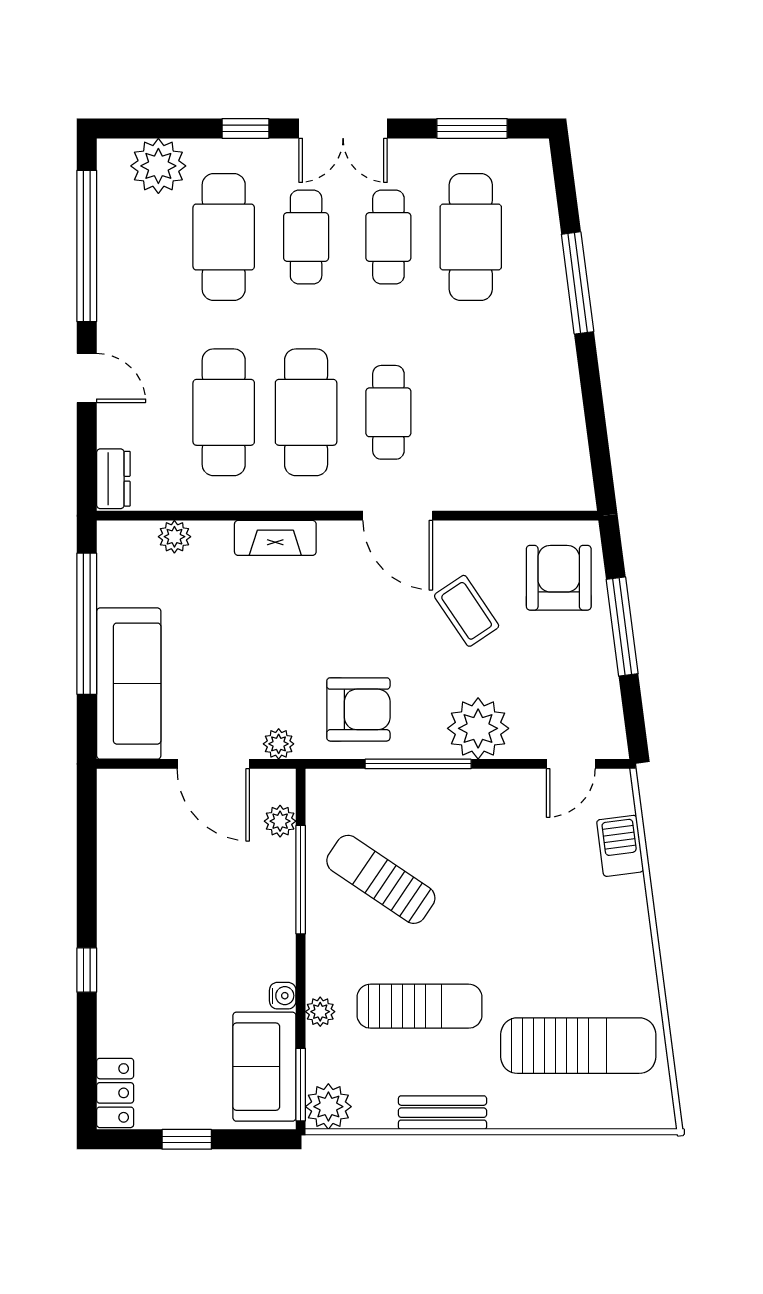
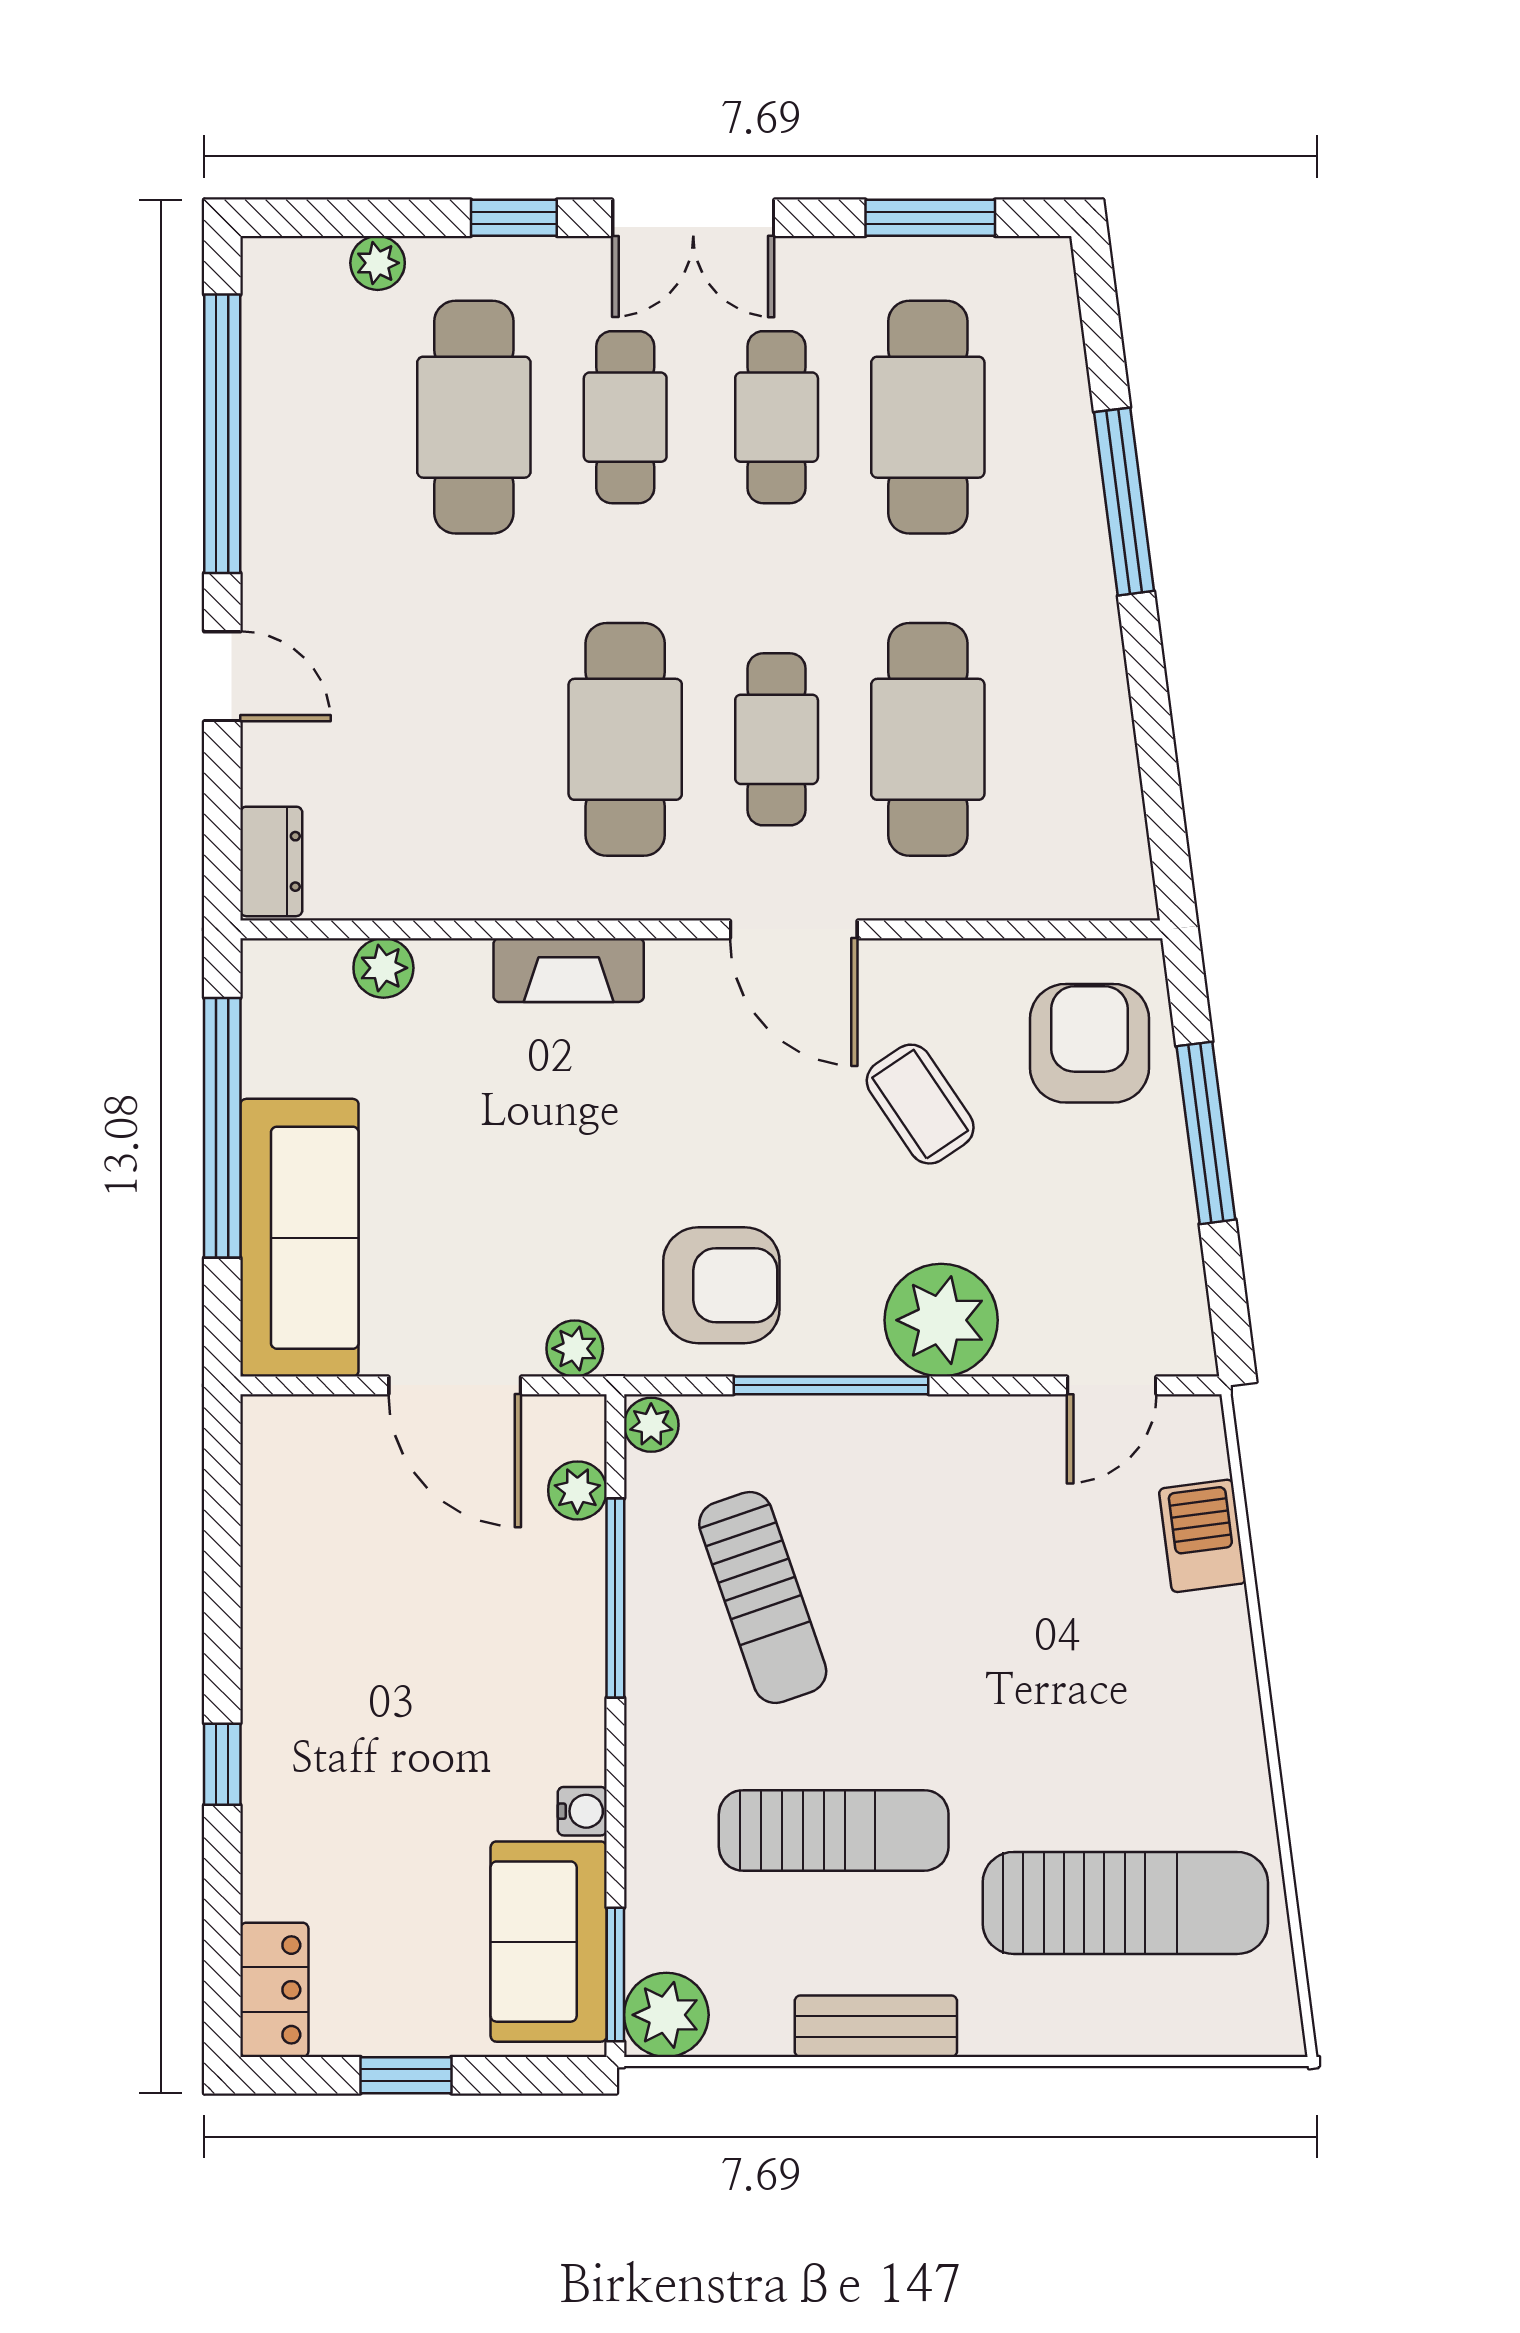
plant: (158, 166) -> (378, 263), width x0.53, depth x0.53
cafe table: (224, 412) -> (928, 739), moved
sun lounger: (381, 879) -> (763, 1598), turned -143
plant: (320, 1012) -> (651, 1425), moved

